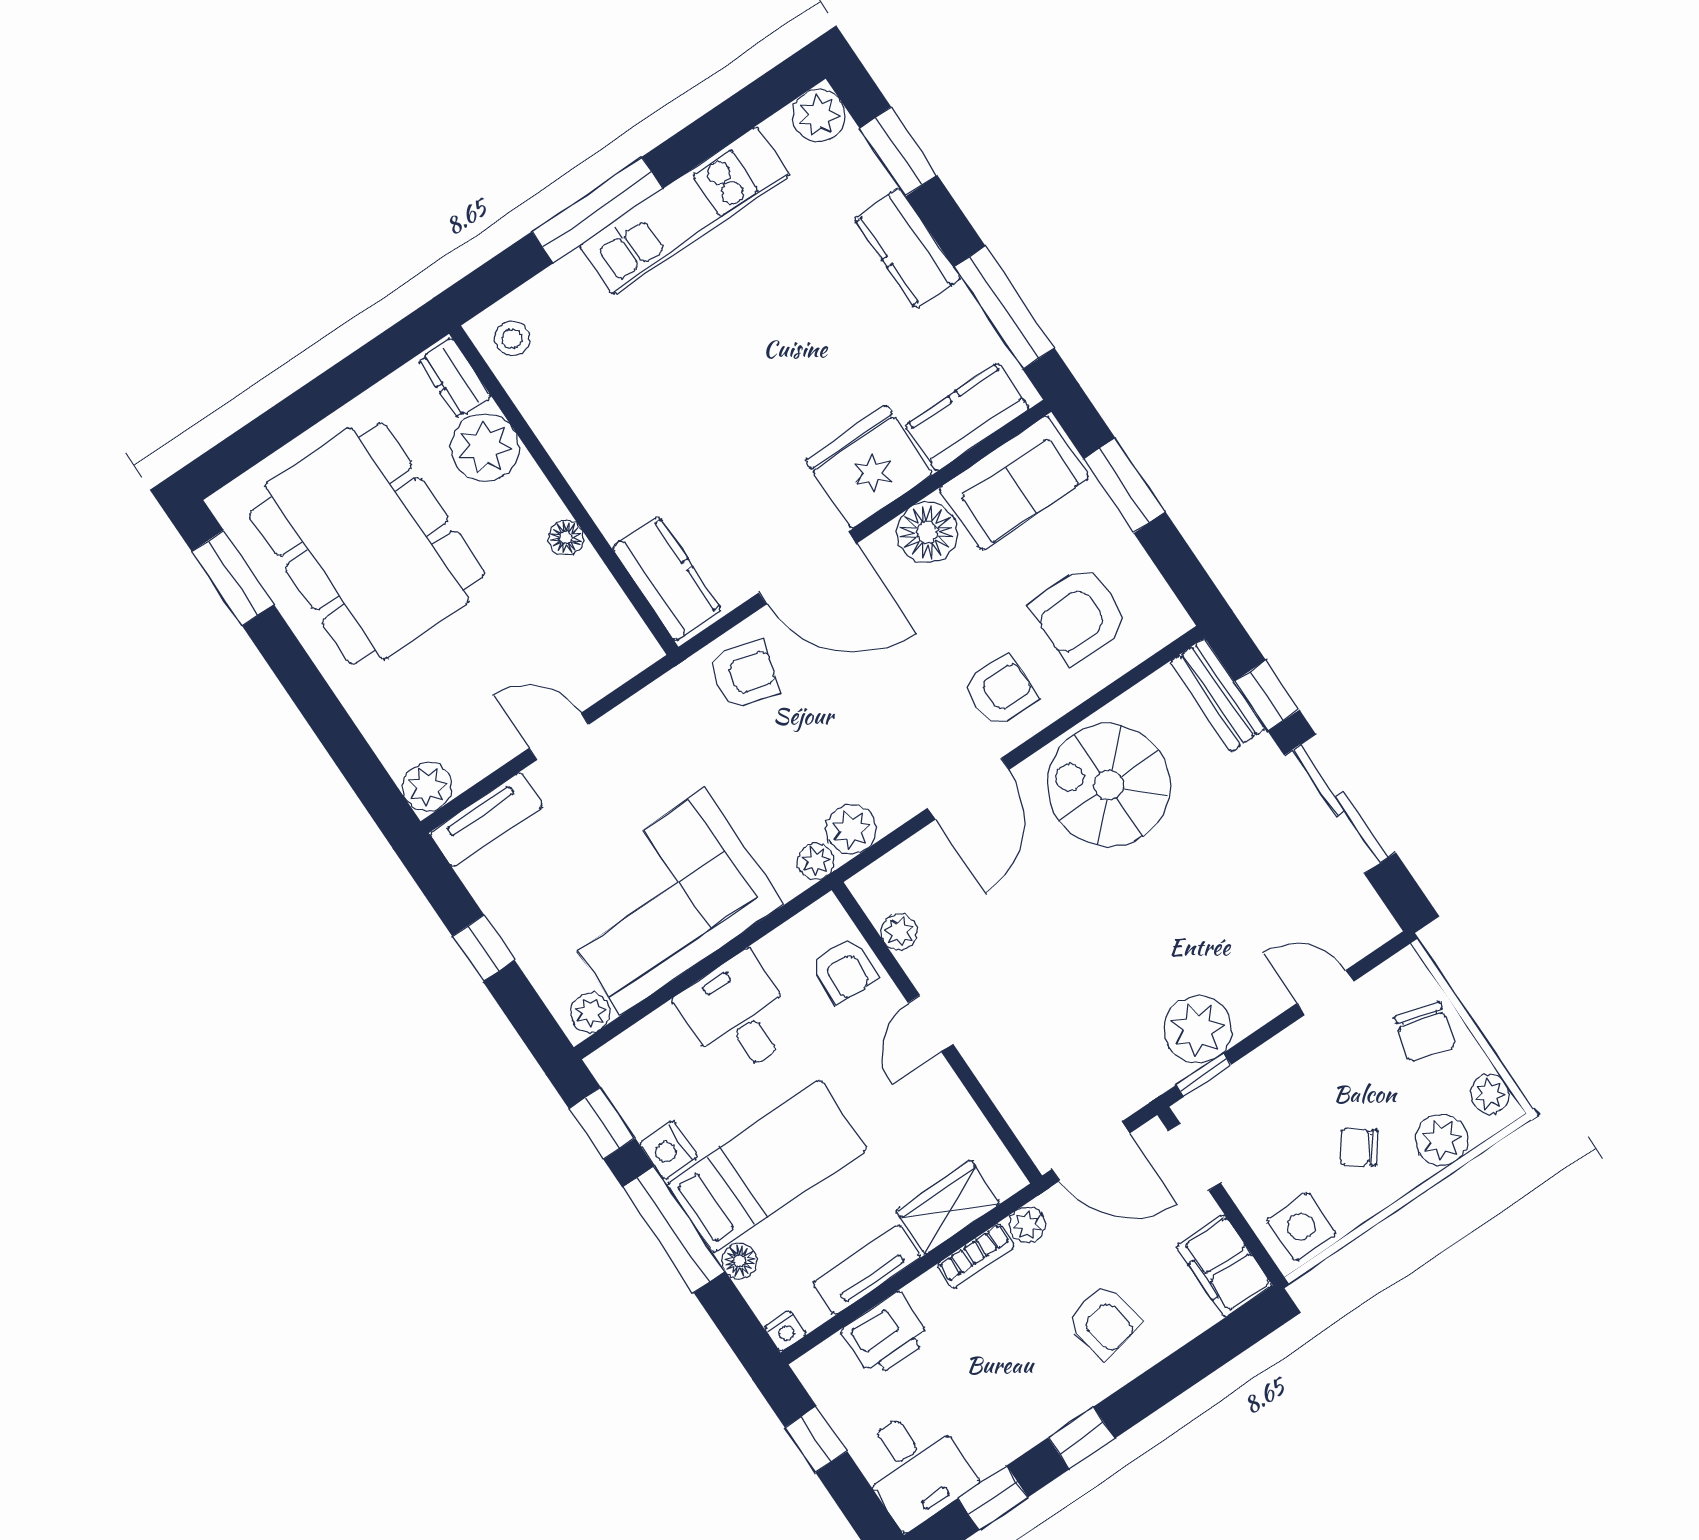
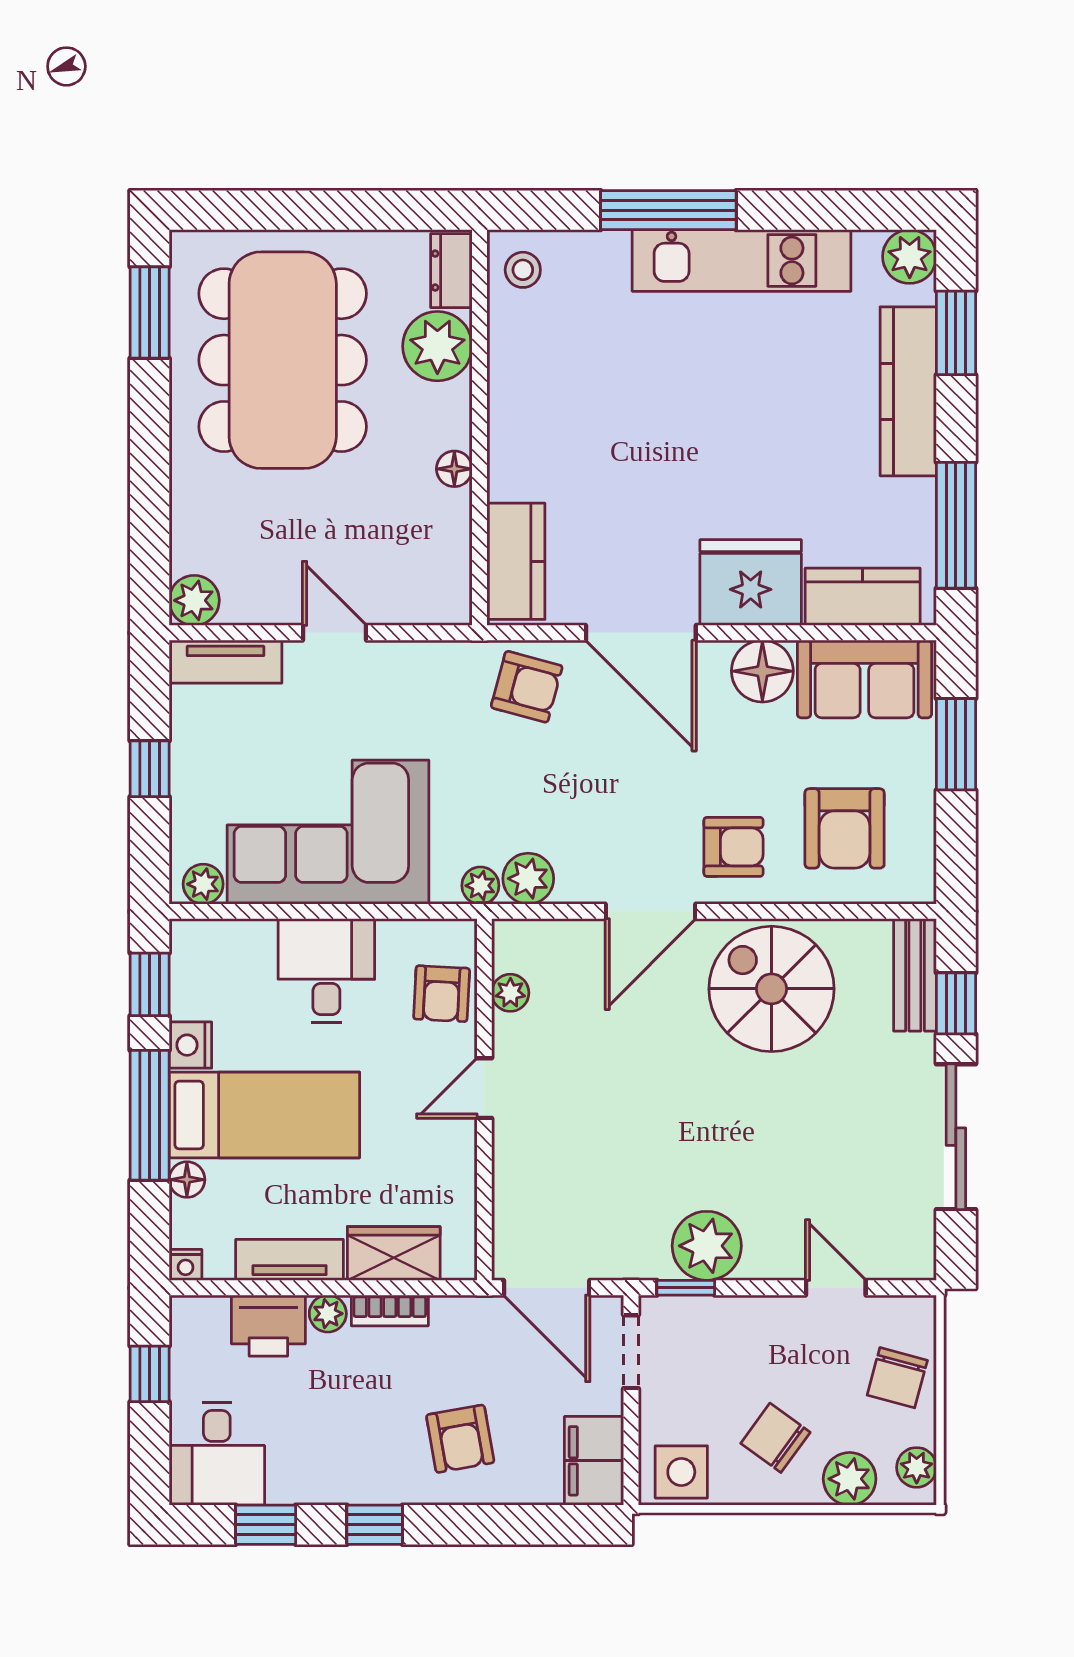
kitchen counter: (907, 248) -> (908, 391), width x1.50
armchair: (1080, 615) -> (845, 828), turned -89
chair: (1359, 1147) -> (775, 1438), width x1.37, depth x1.37
plant: (1027, 1225) -> (328, 1314), moved

